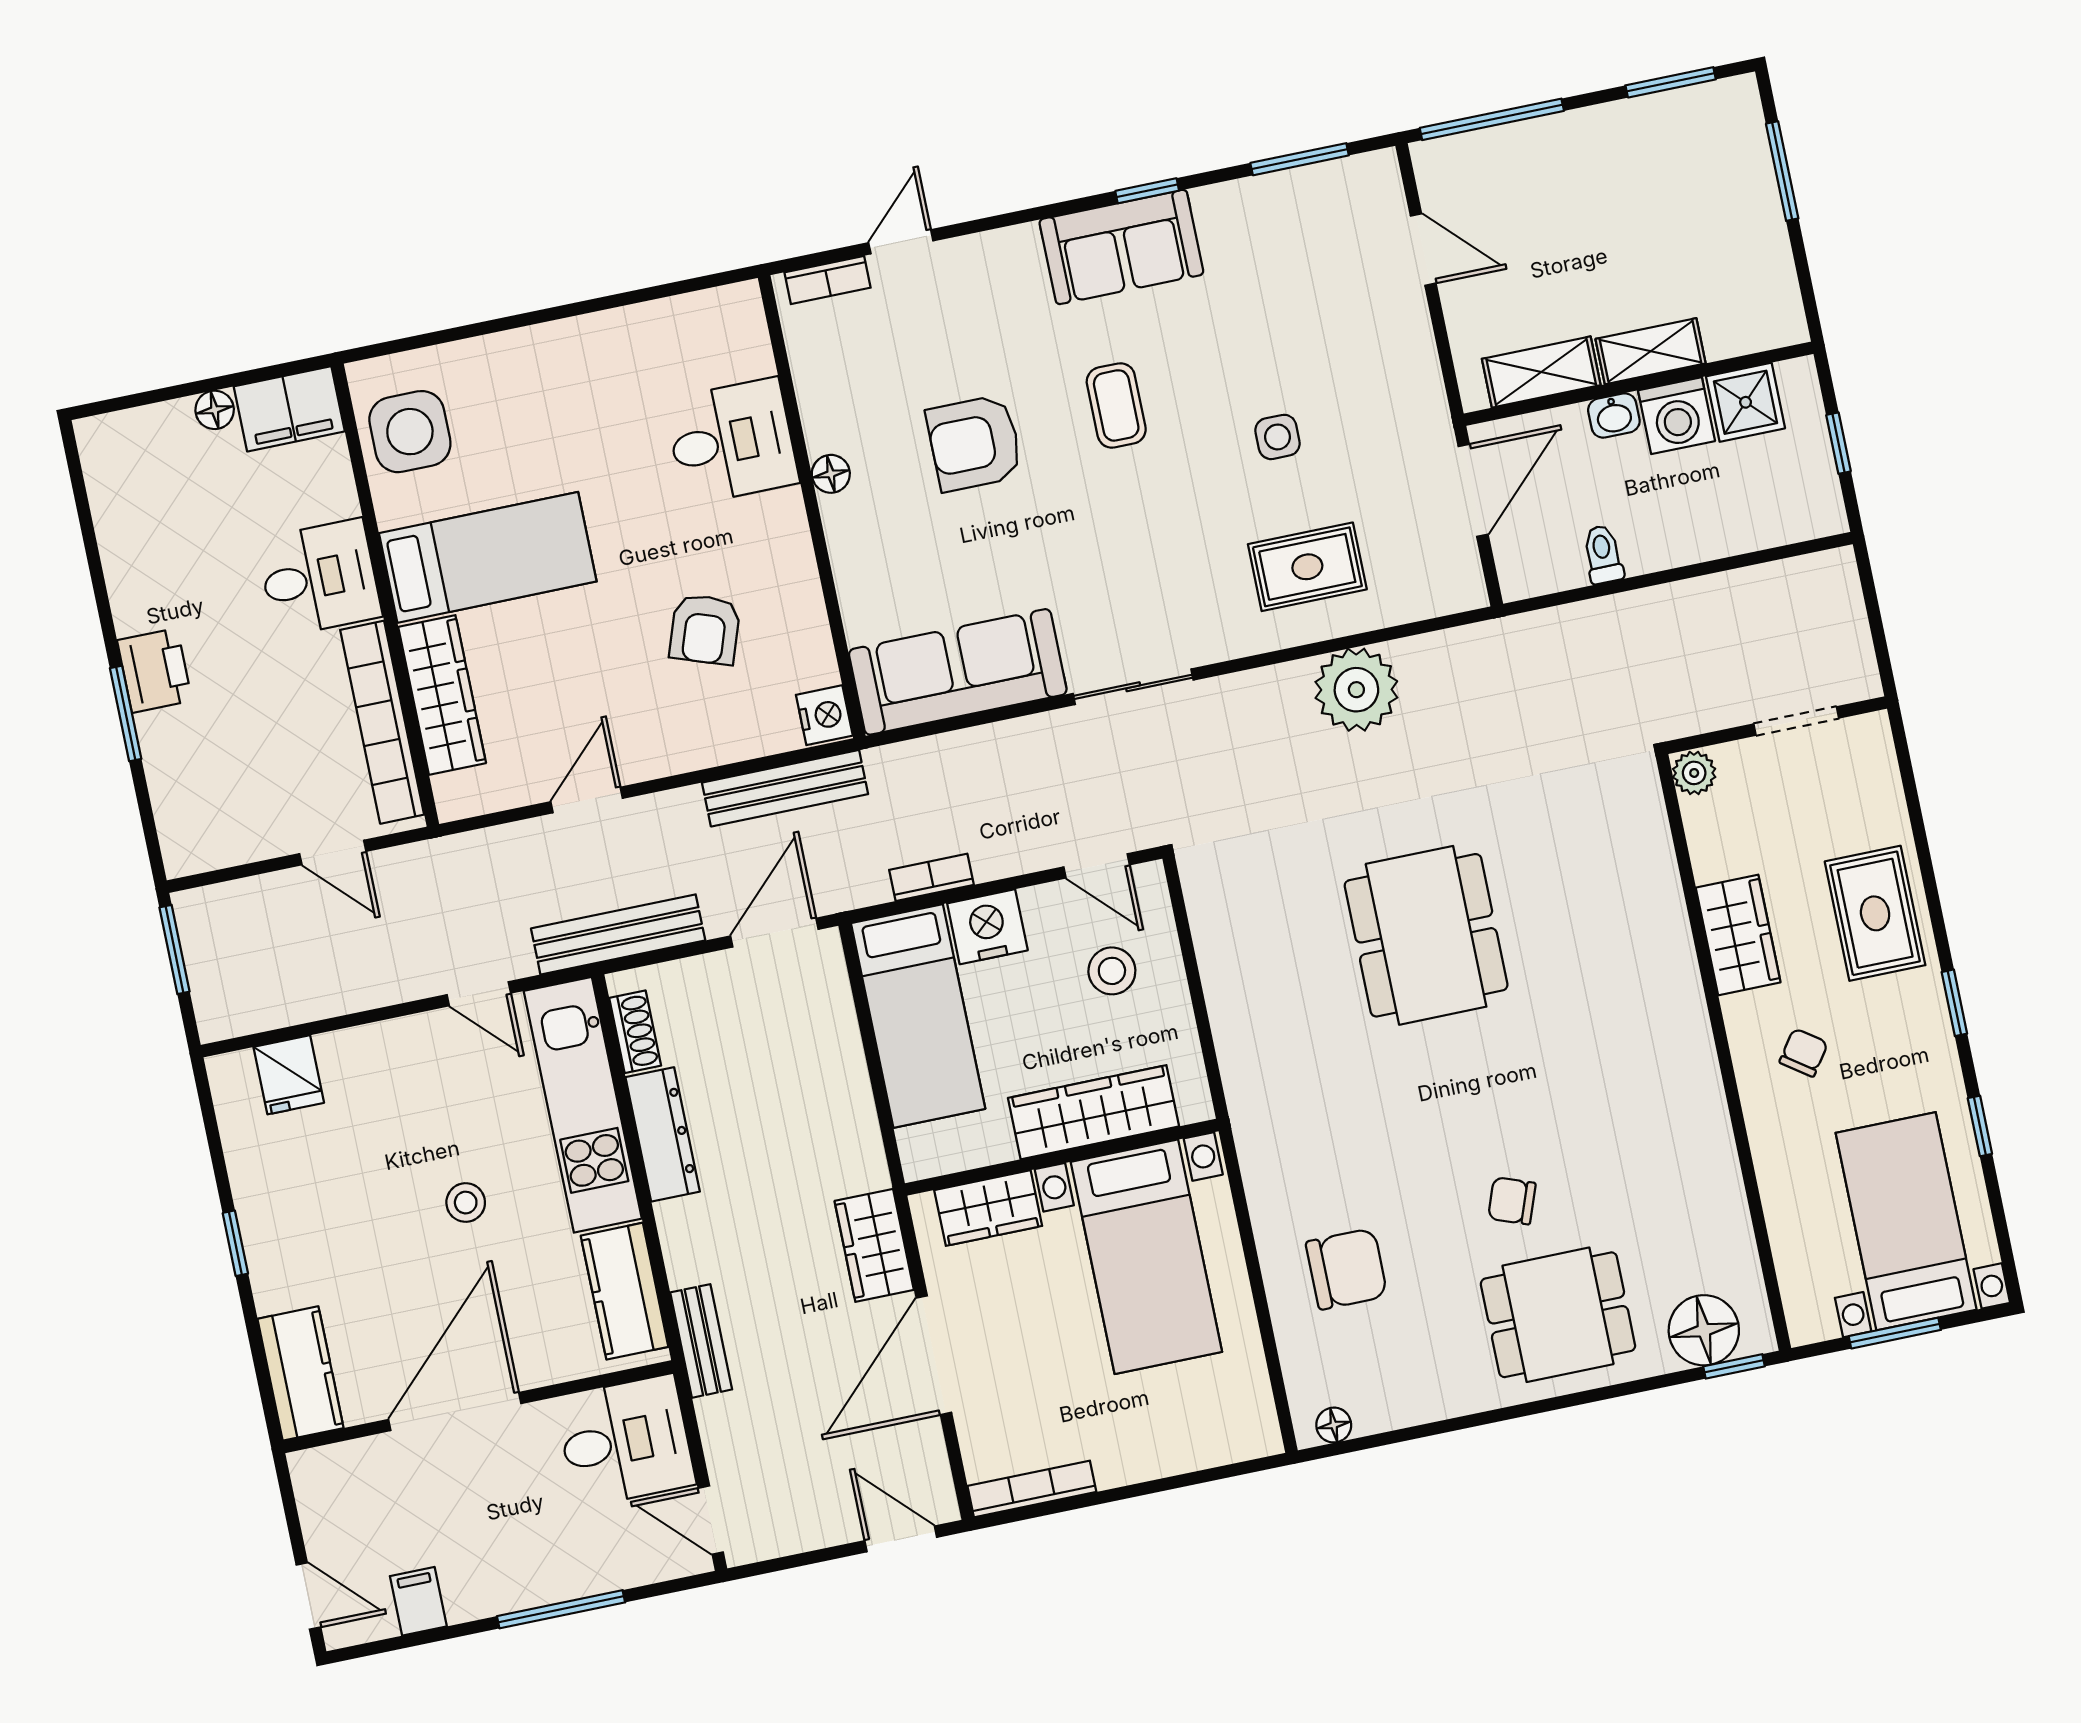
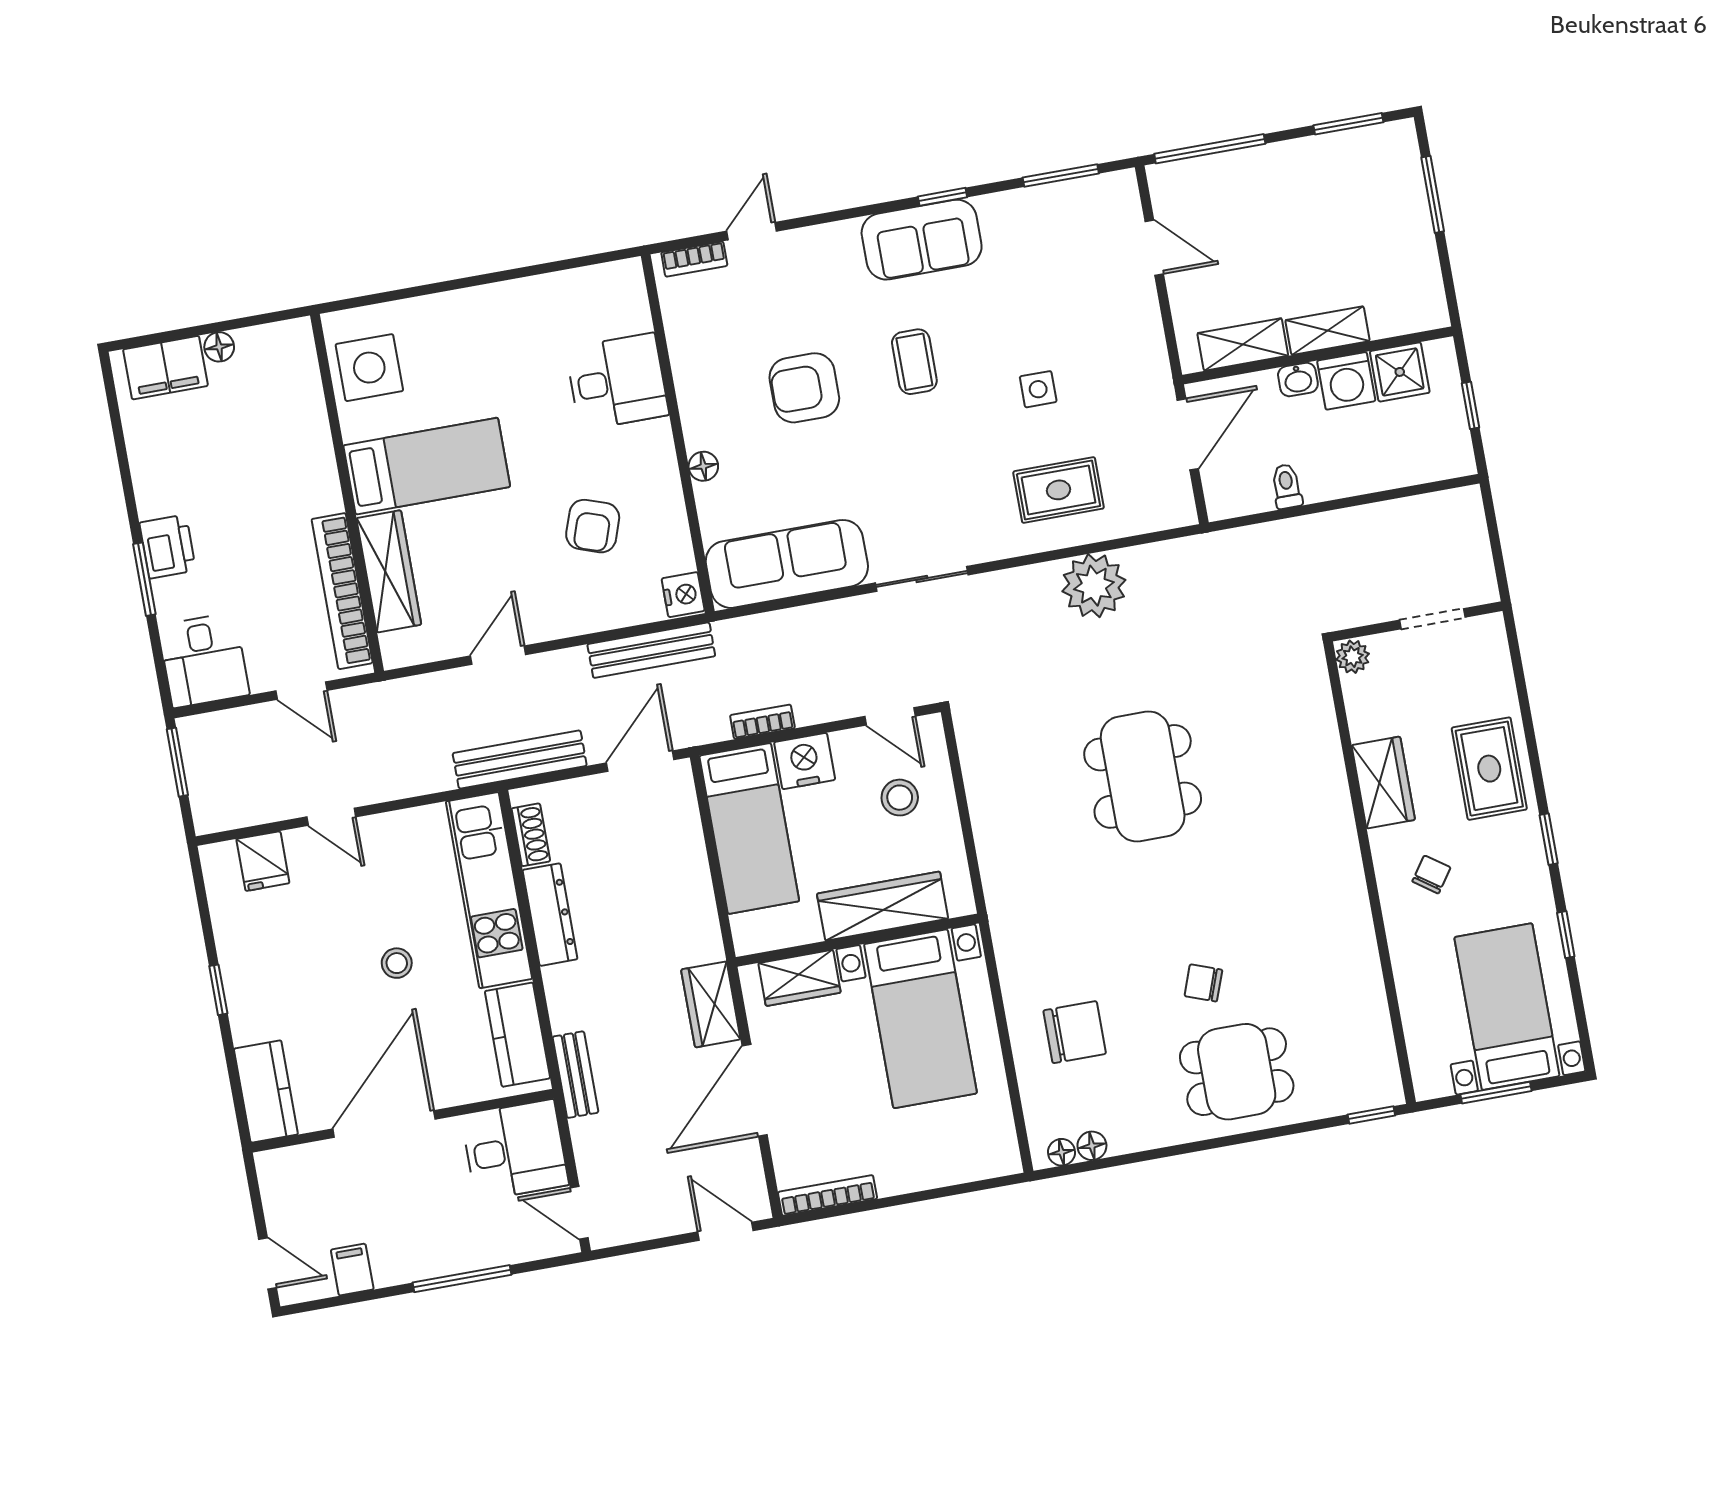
filing cabinet: (289, 409) -> (165, 368), moved
floor lamp: (831, 474) -> (703, 466), moved
desk: (319, 578) -> (204, 660), moved, turned 90
door: (479, 994) -> (331, 817), moved
floor lamp: (1704, 1330) -> (1092, 1146), moved, width x0.53, depth x0.53

